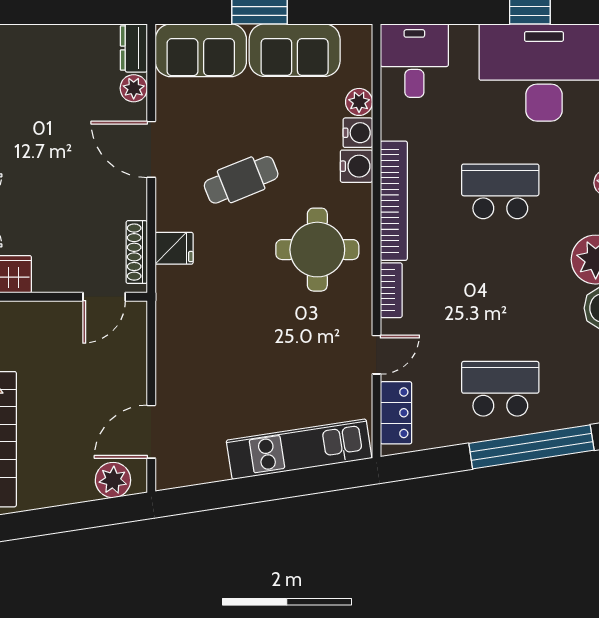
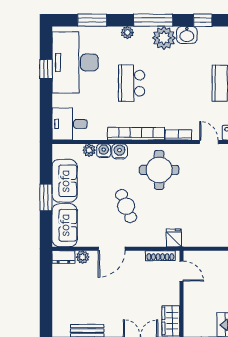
fridge: (174, 248) -> (174, 238), moved

